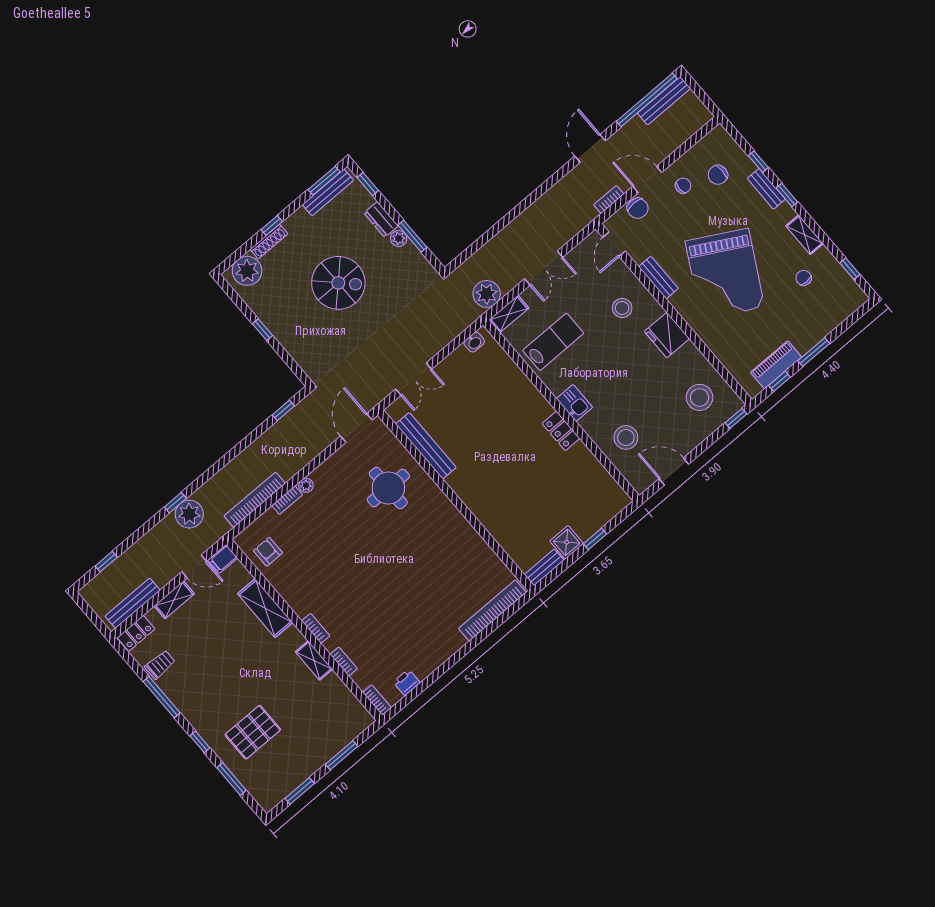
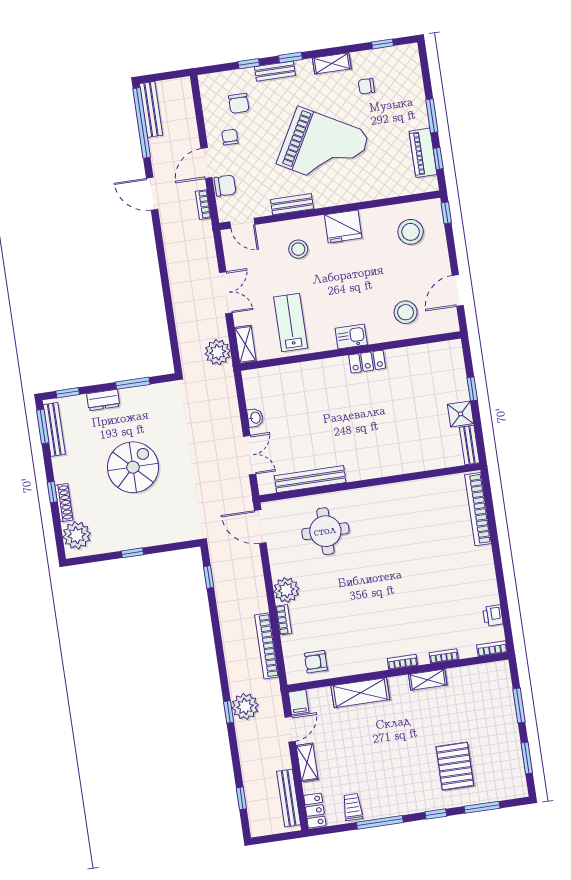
plant: (399, 238) -> (128, 395), removed
washbasin: (474, 342) -> (255, 418), moved
plant: (306, 485) -> (286, 590), width x1.88, depth x1.88

